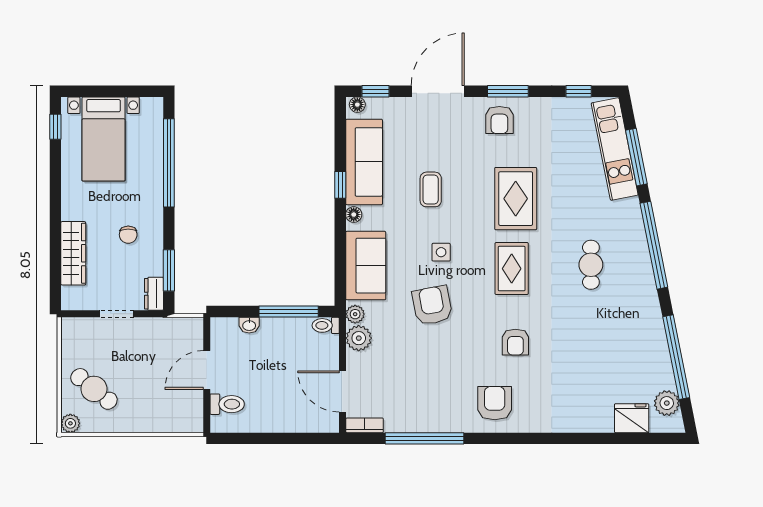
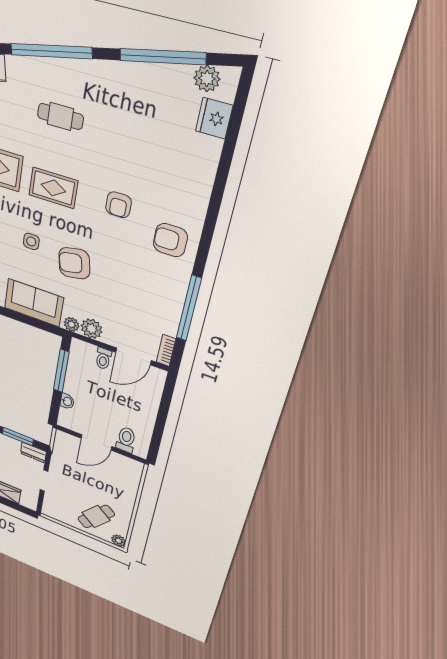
toilet: (326, 325) -> (103, 359), moved
armchair: (515, 342) -> (118, 205), turned 90
door: (207, 370) -> (96, 442), hinge flipped

